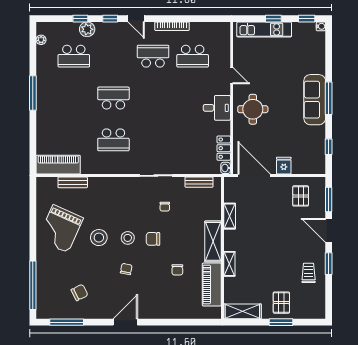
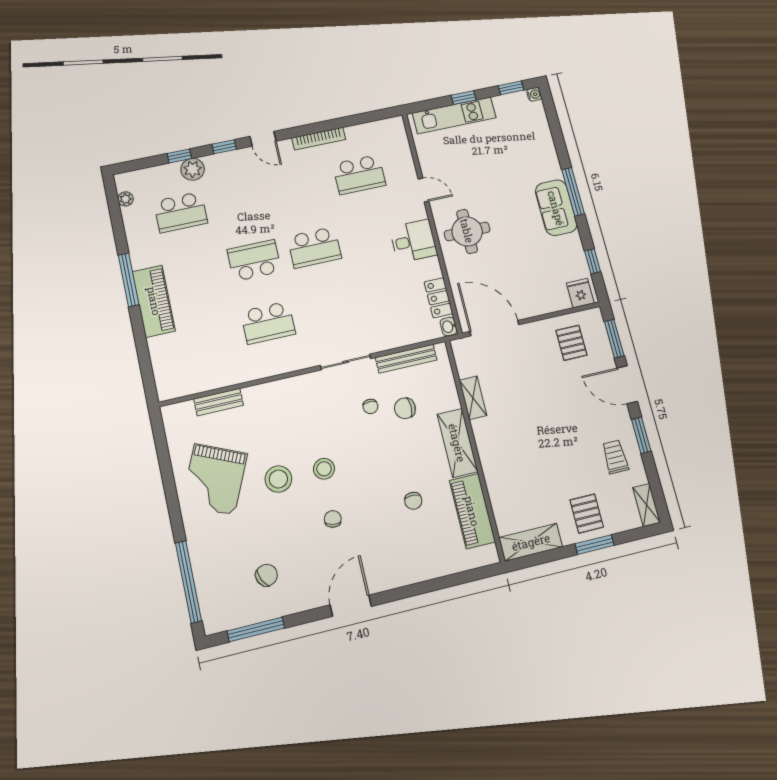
school desk: (153, 56) -> (314, 247), moved, turned 180
sofa: (315, 100) -> (556, 208), width x0.73
piano: (58, 165) -> (154, 301), moved, turned 90
fridge: (284, 166) -> (580, 293), moved
bench: (199, 182) -> (406, 359), width x1.36
chair: (153, 239) -> (405, 408), moved
shelving: (229, 264) -> (647, 505), moved

